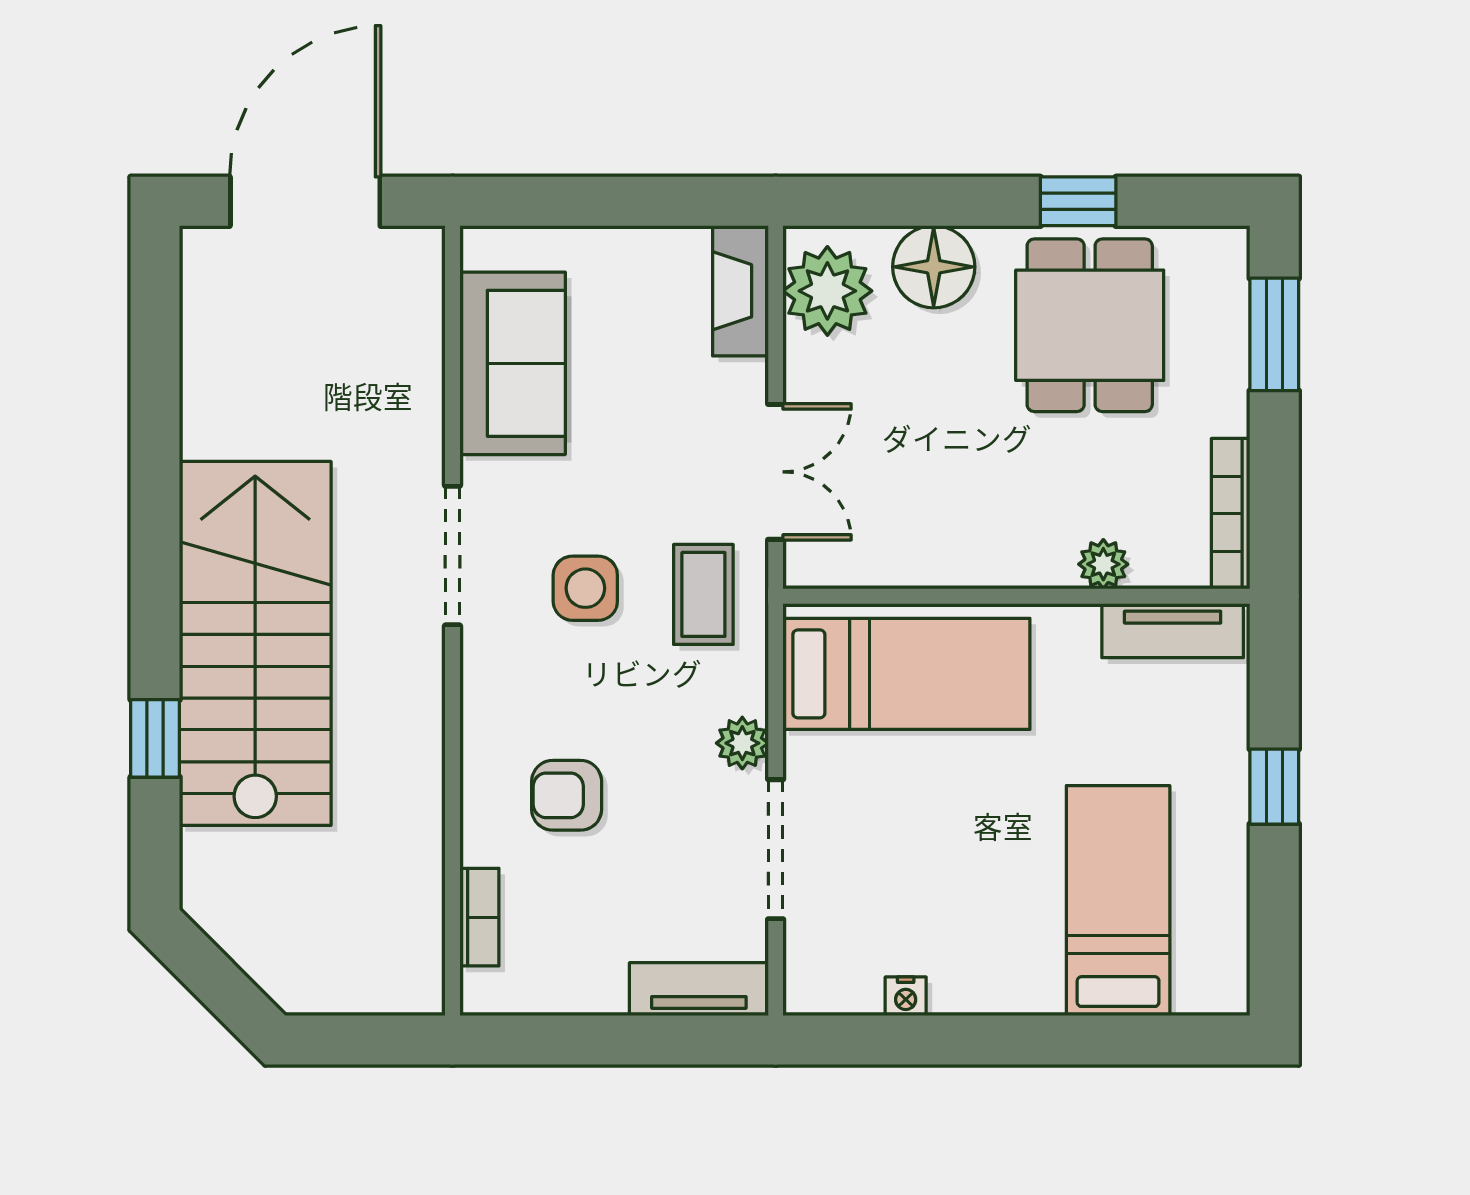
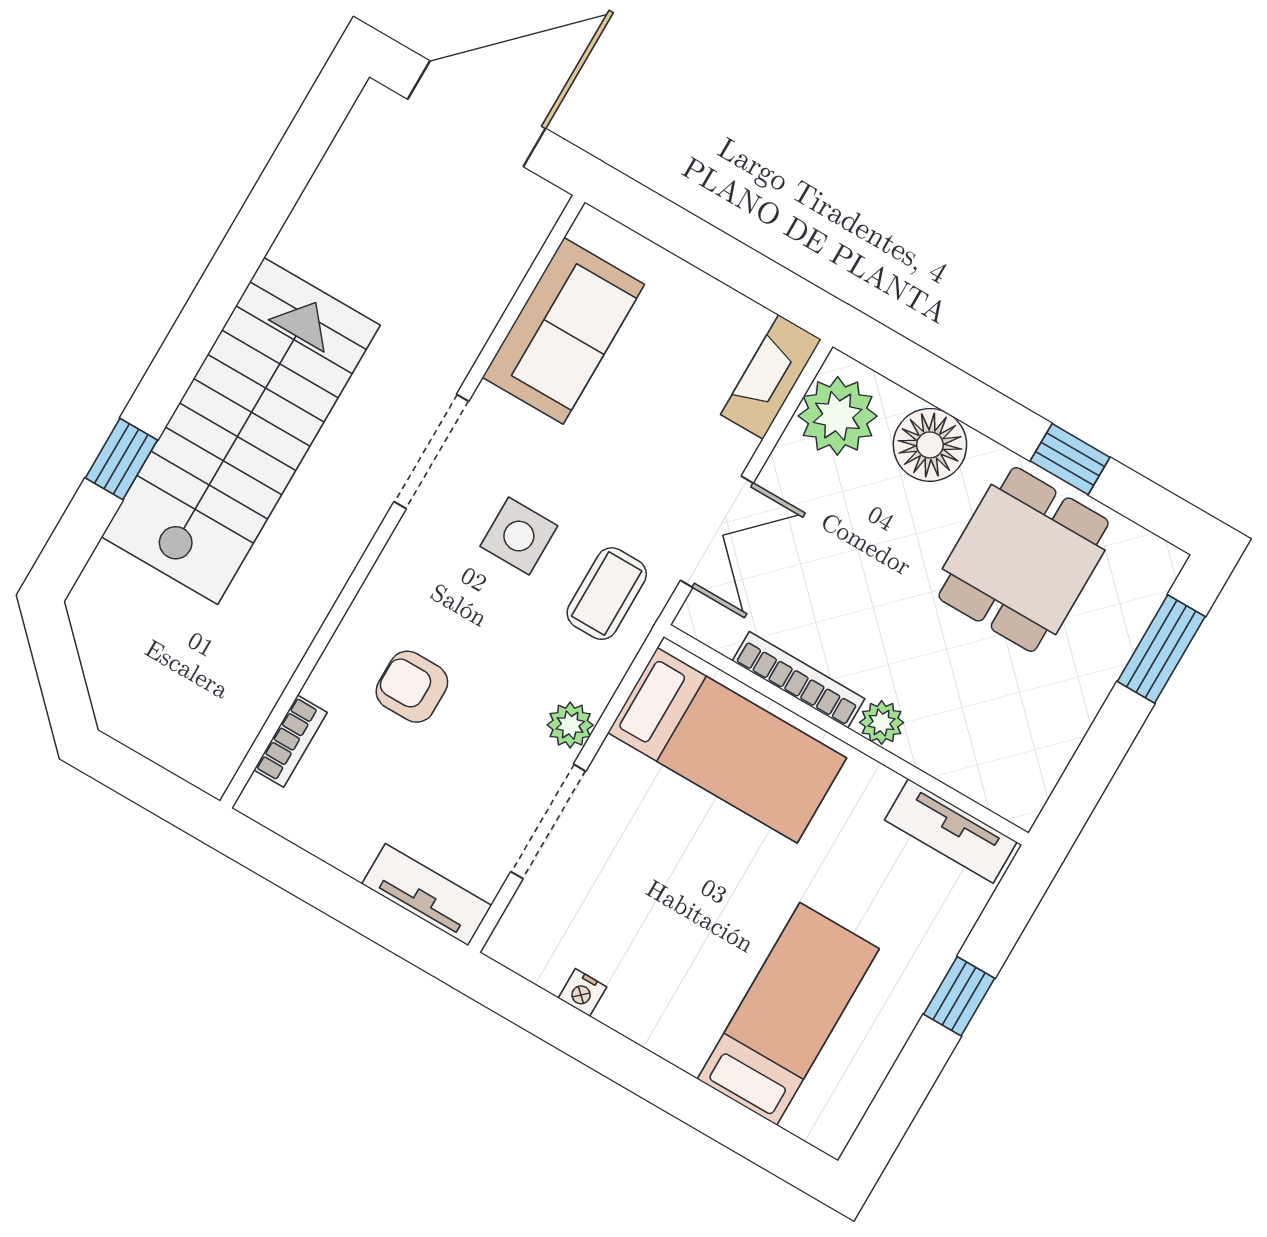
bookcase: (1231, 514) -> (799, 680), moved, turned 90
plant: (1103, 564) -> (882, 722), moved

